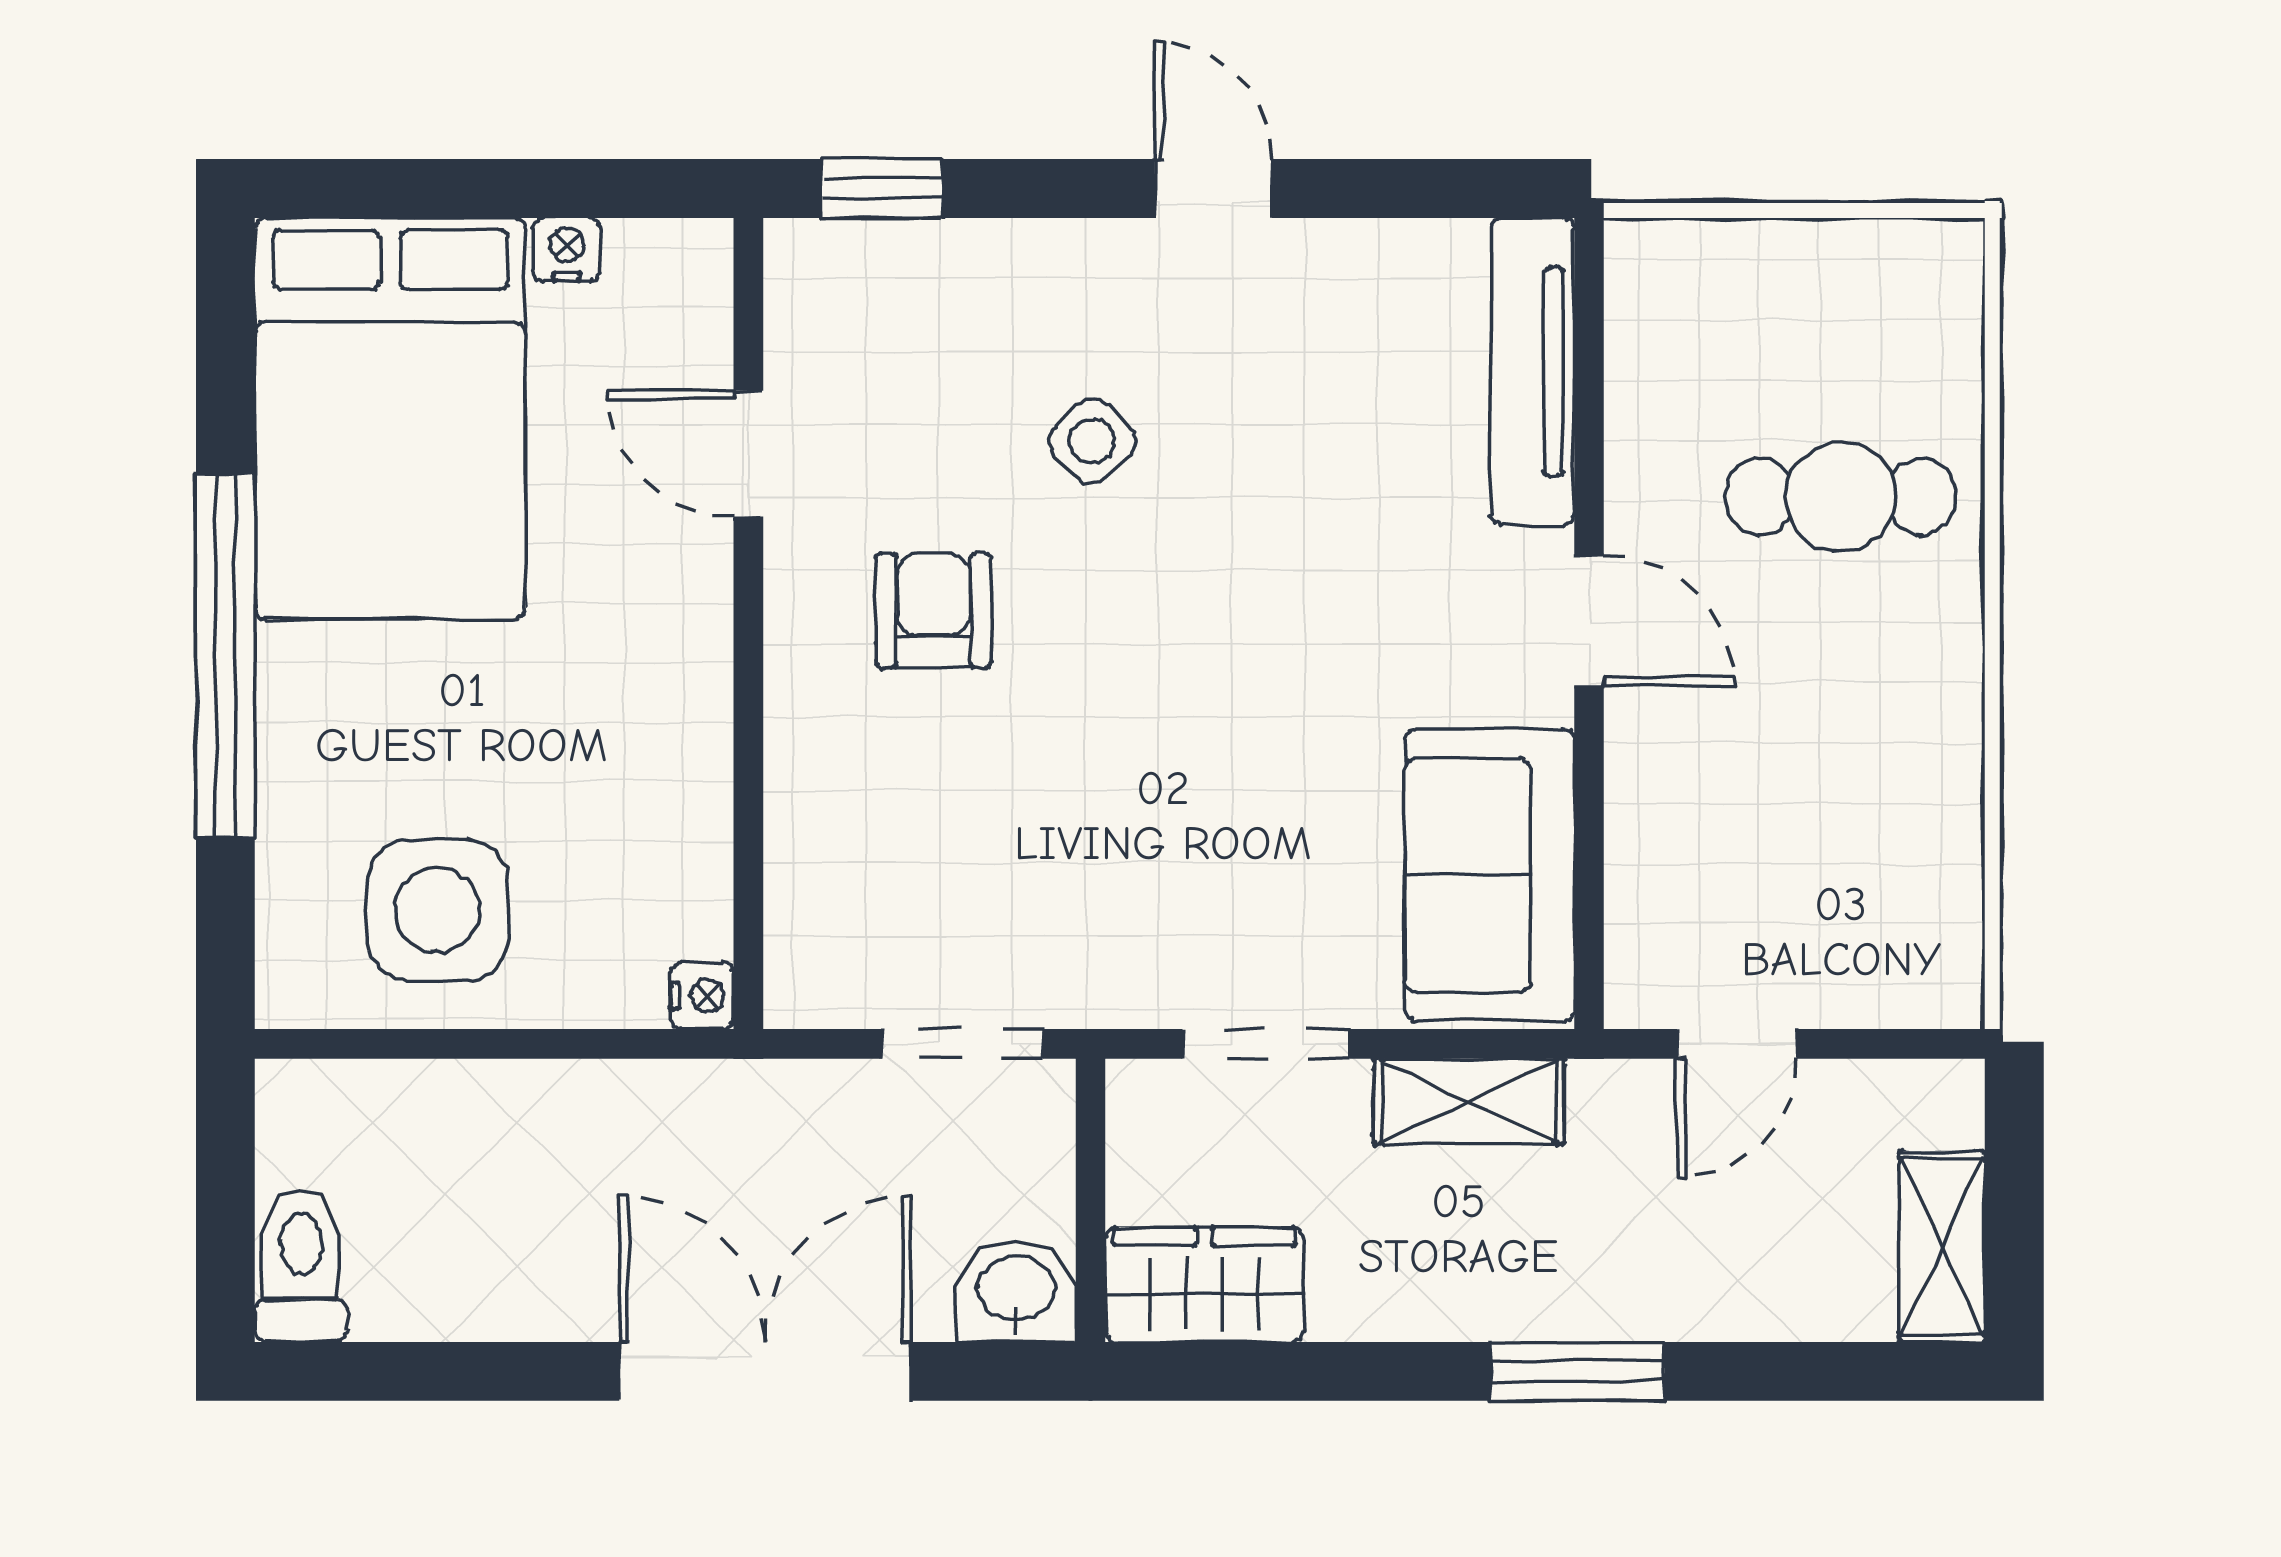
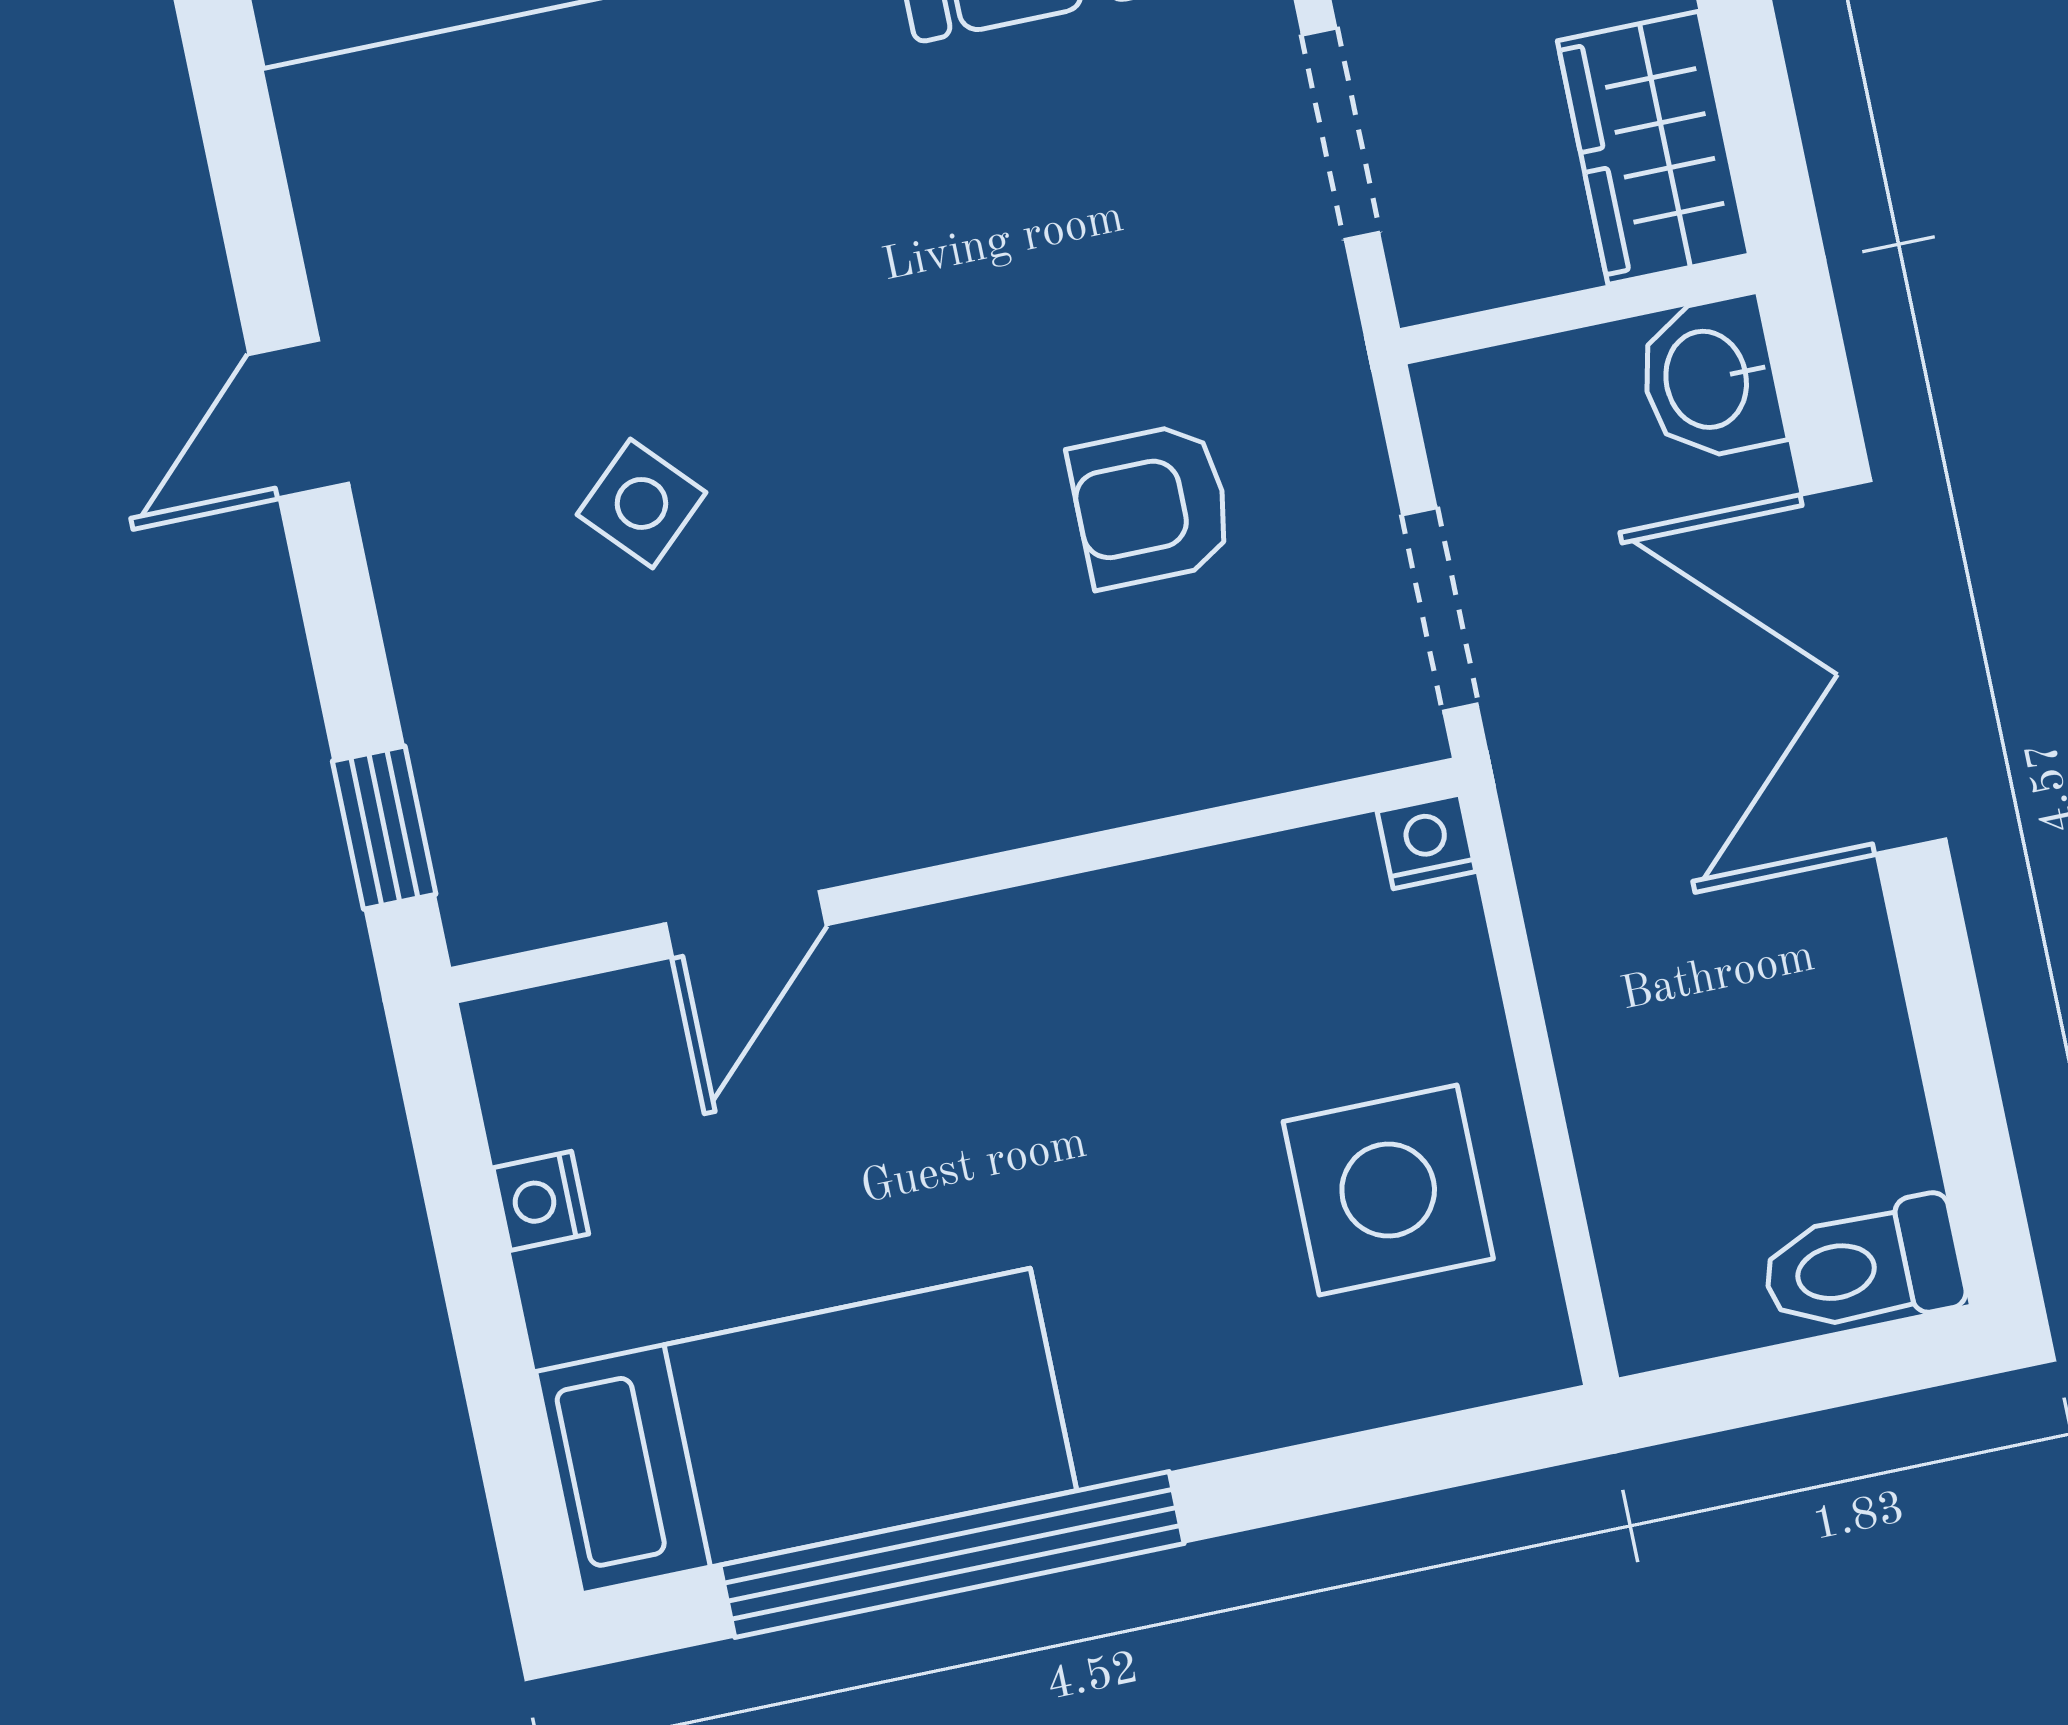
bed: (390, 418) -> (806, 1431), width x0.67
armchair: (934, 611) -> (1151, 505), moved
window: (225, 655) -> (952, 1554), moved
doorway: (962, 1044) -> (1440, 610), moved

